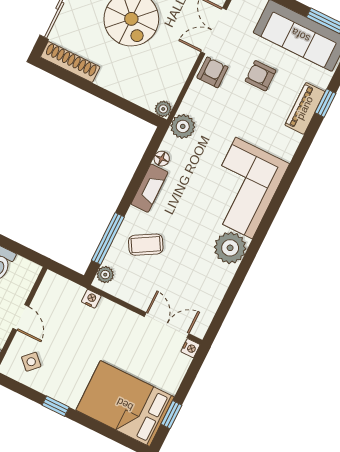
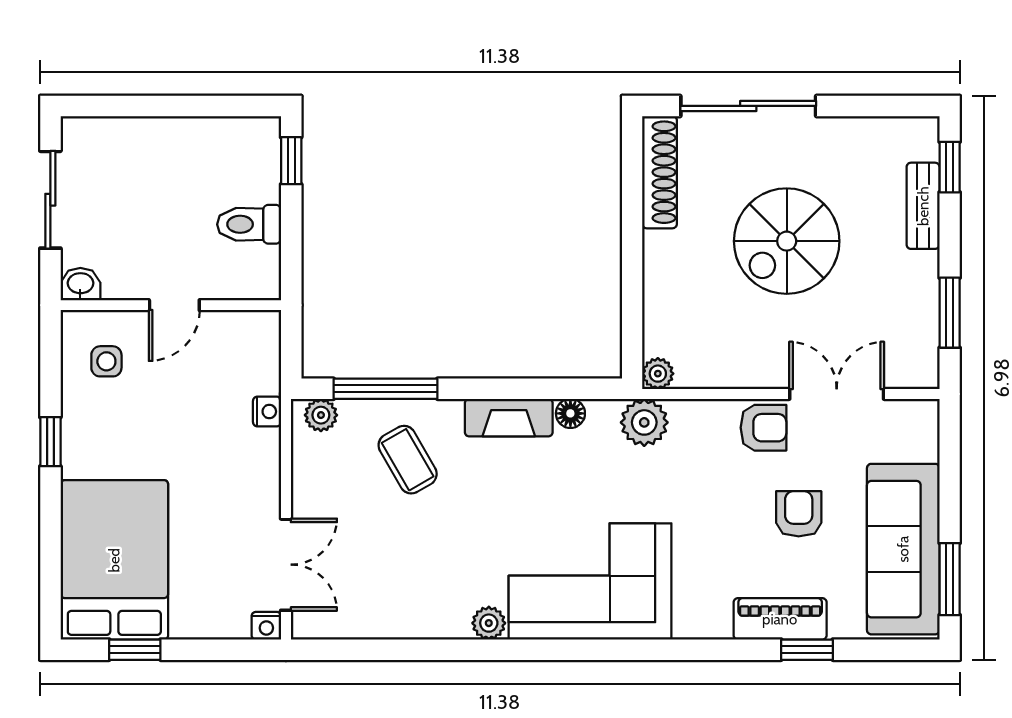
plant: (230, 248) -> (489, 623), width x0.53, depth x0.53
side table: (31, 362) -> (106, 361), turned 45

